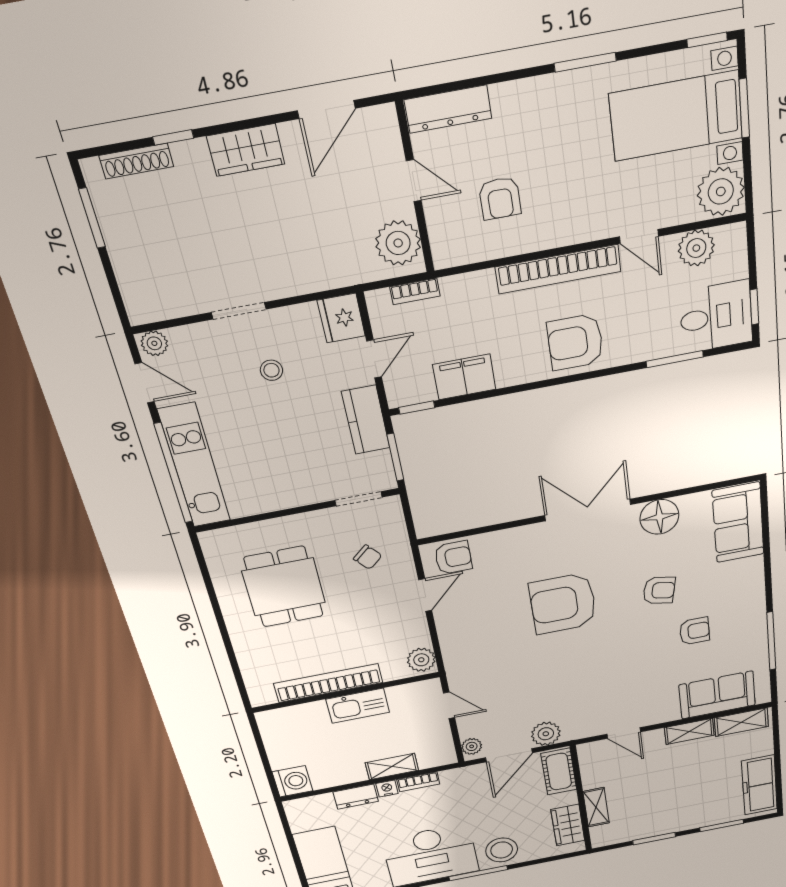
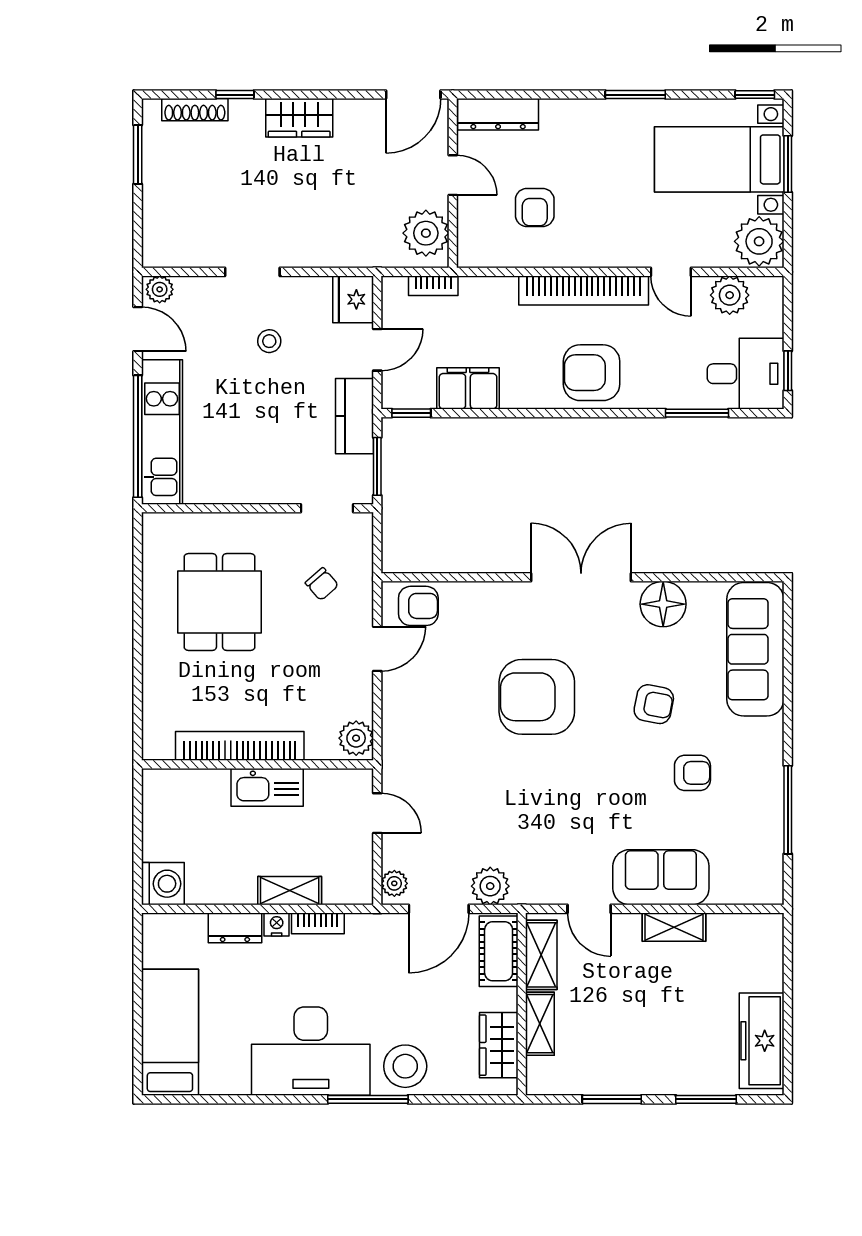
door: (326, 109) -> (413, 95), moved
sofa: (738, 523) -> (755, 649), width x1.36
sofa: (717, 695) -> (661, 877), moved
shelving: (741, 722) -> (541, 955), moved, turned 90

